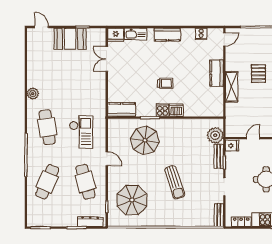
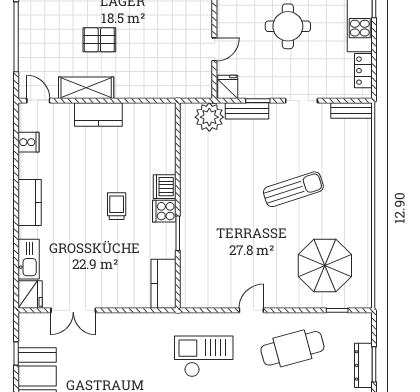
shelving: (232, 87) -> (86, 88), moved
door: (253, 138) -> (214, 49), swing flipped
parasol: (145, 140) -> (218, 242), removed
dresser: (90, 222) -> (363, 365), moved

